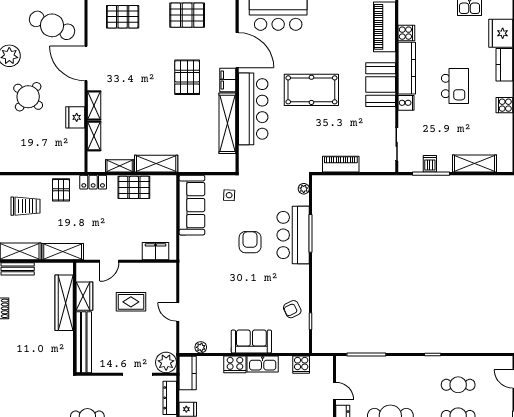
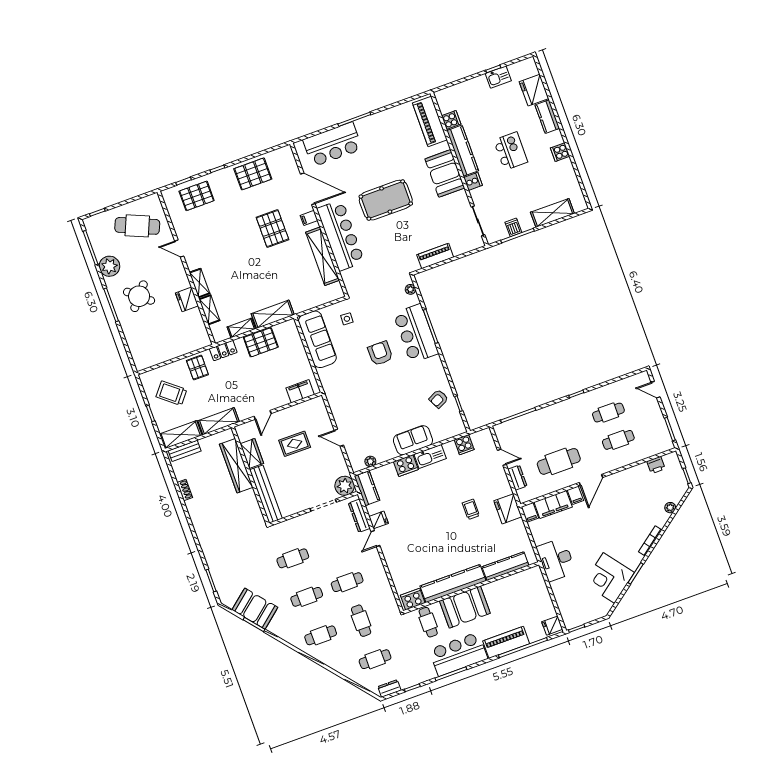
door: (86, 63) -> (179, 249), width x0.53
filing cabinet: (228, 80) -> (309, 218), width x0.50
trolley: (25, 206) -> (171, 393), turned -141

